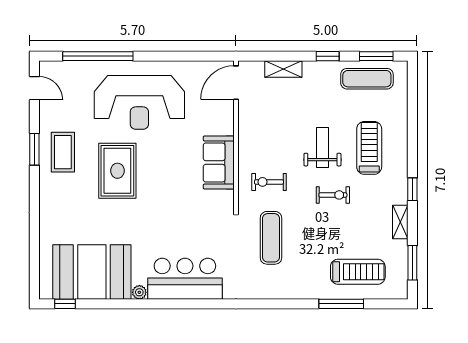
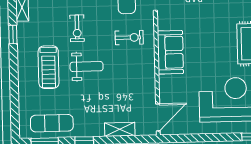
weight bench: (322, 147) -> (87, 67), turned -90
exercise bike: (333, 195) -> (77, 28), turned -90

